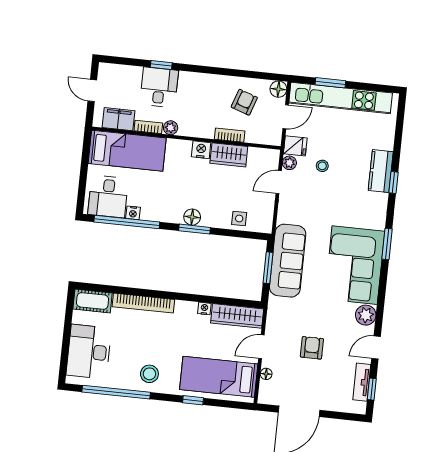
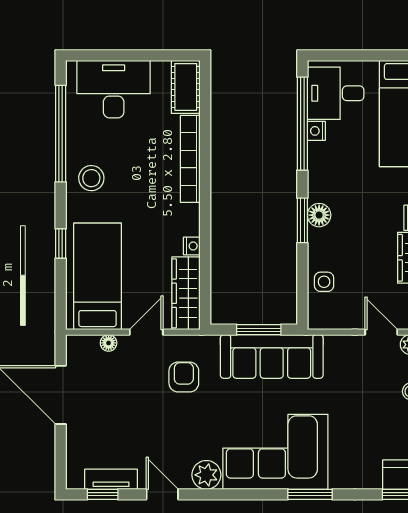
door: (261, 347) -> (146, 332), hinge flipped
armchair: (312, 348) -> (184, 377), moved, turned -90

